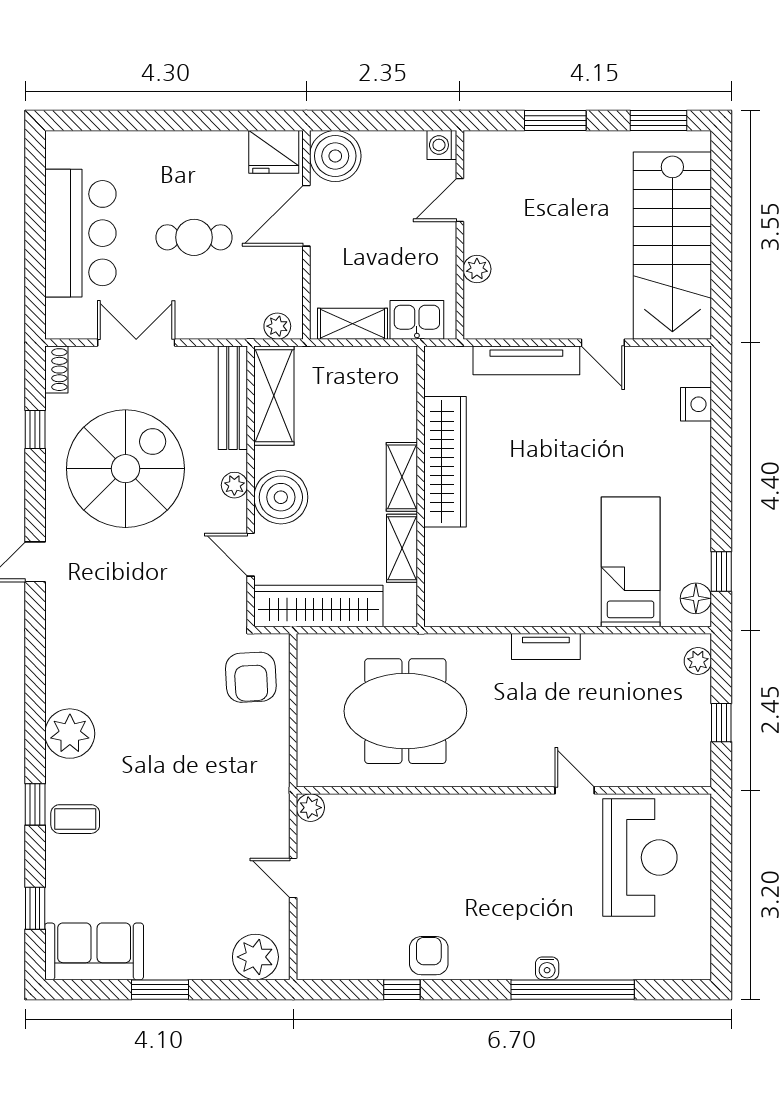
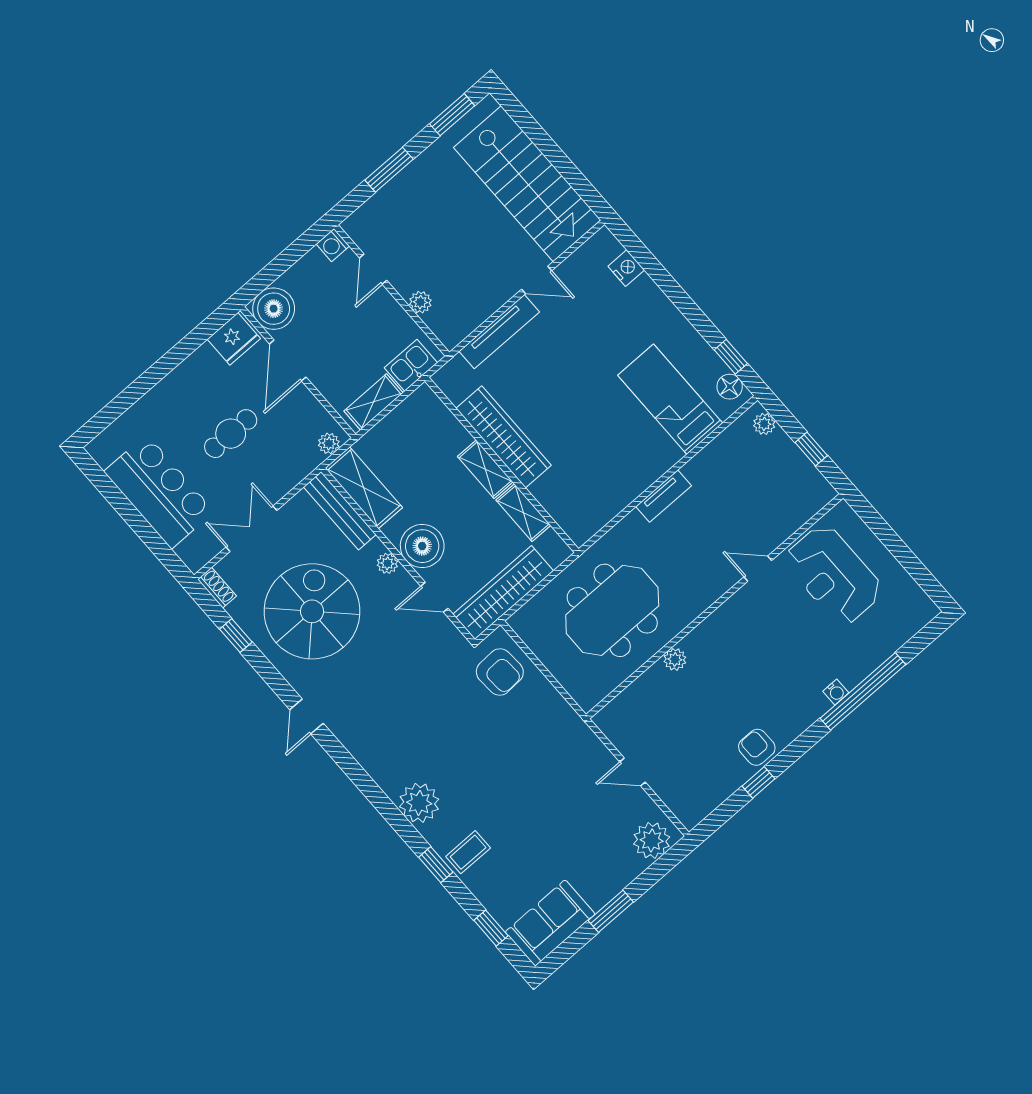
plant: (310, 808) -> (675, 659), moved
reception desk: (640, 857) -> (833, 575), turned 180

